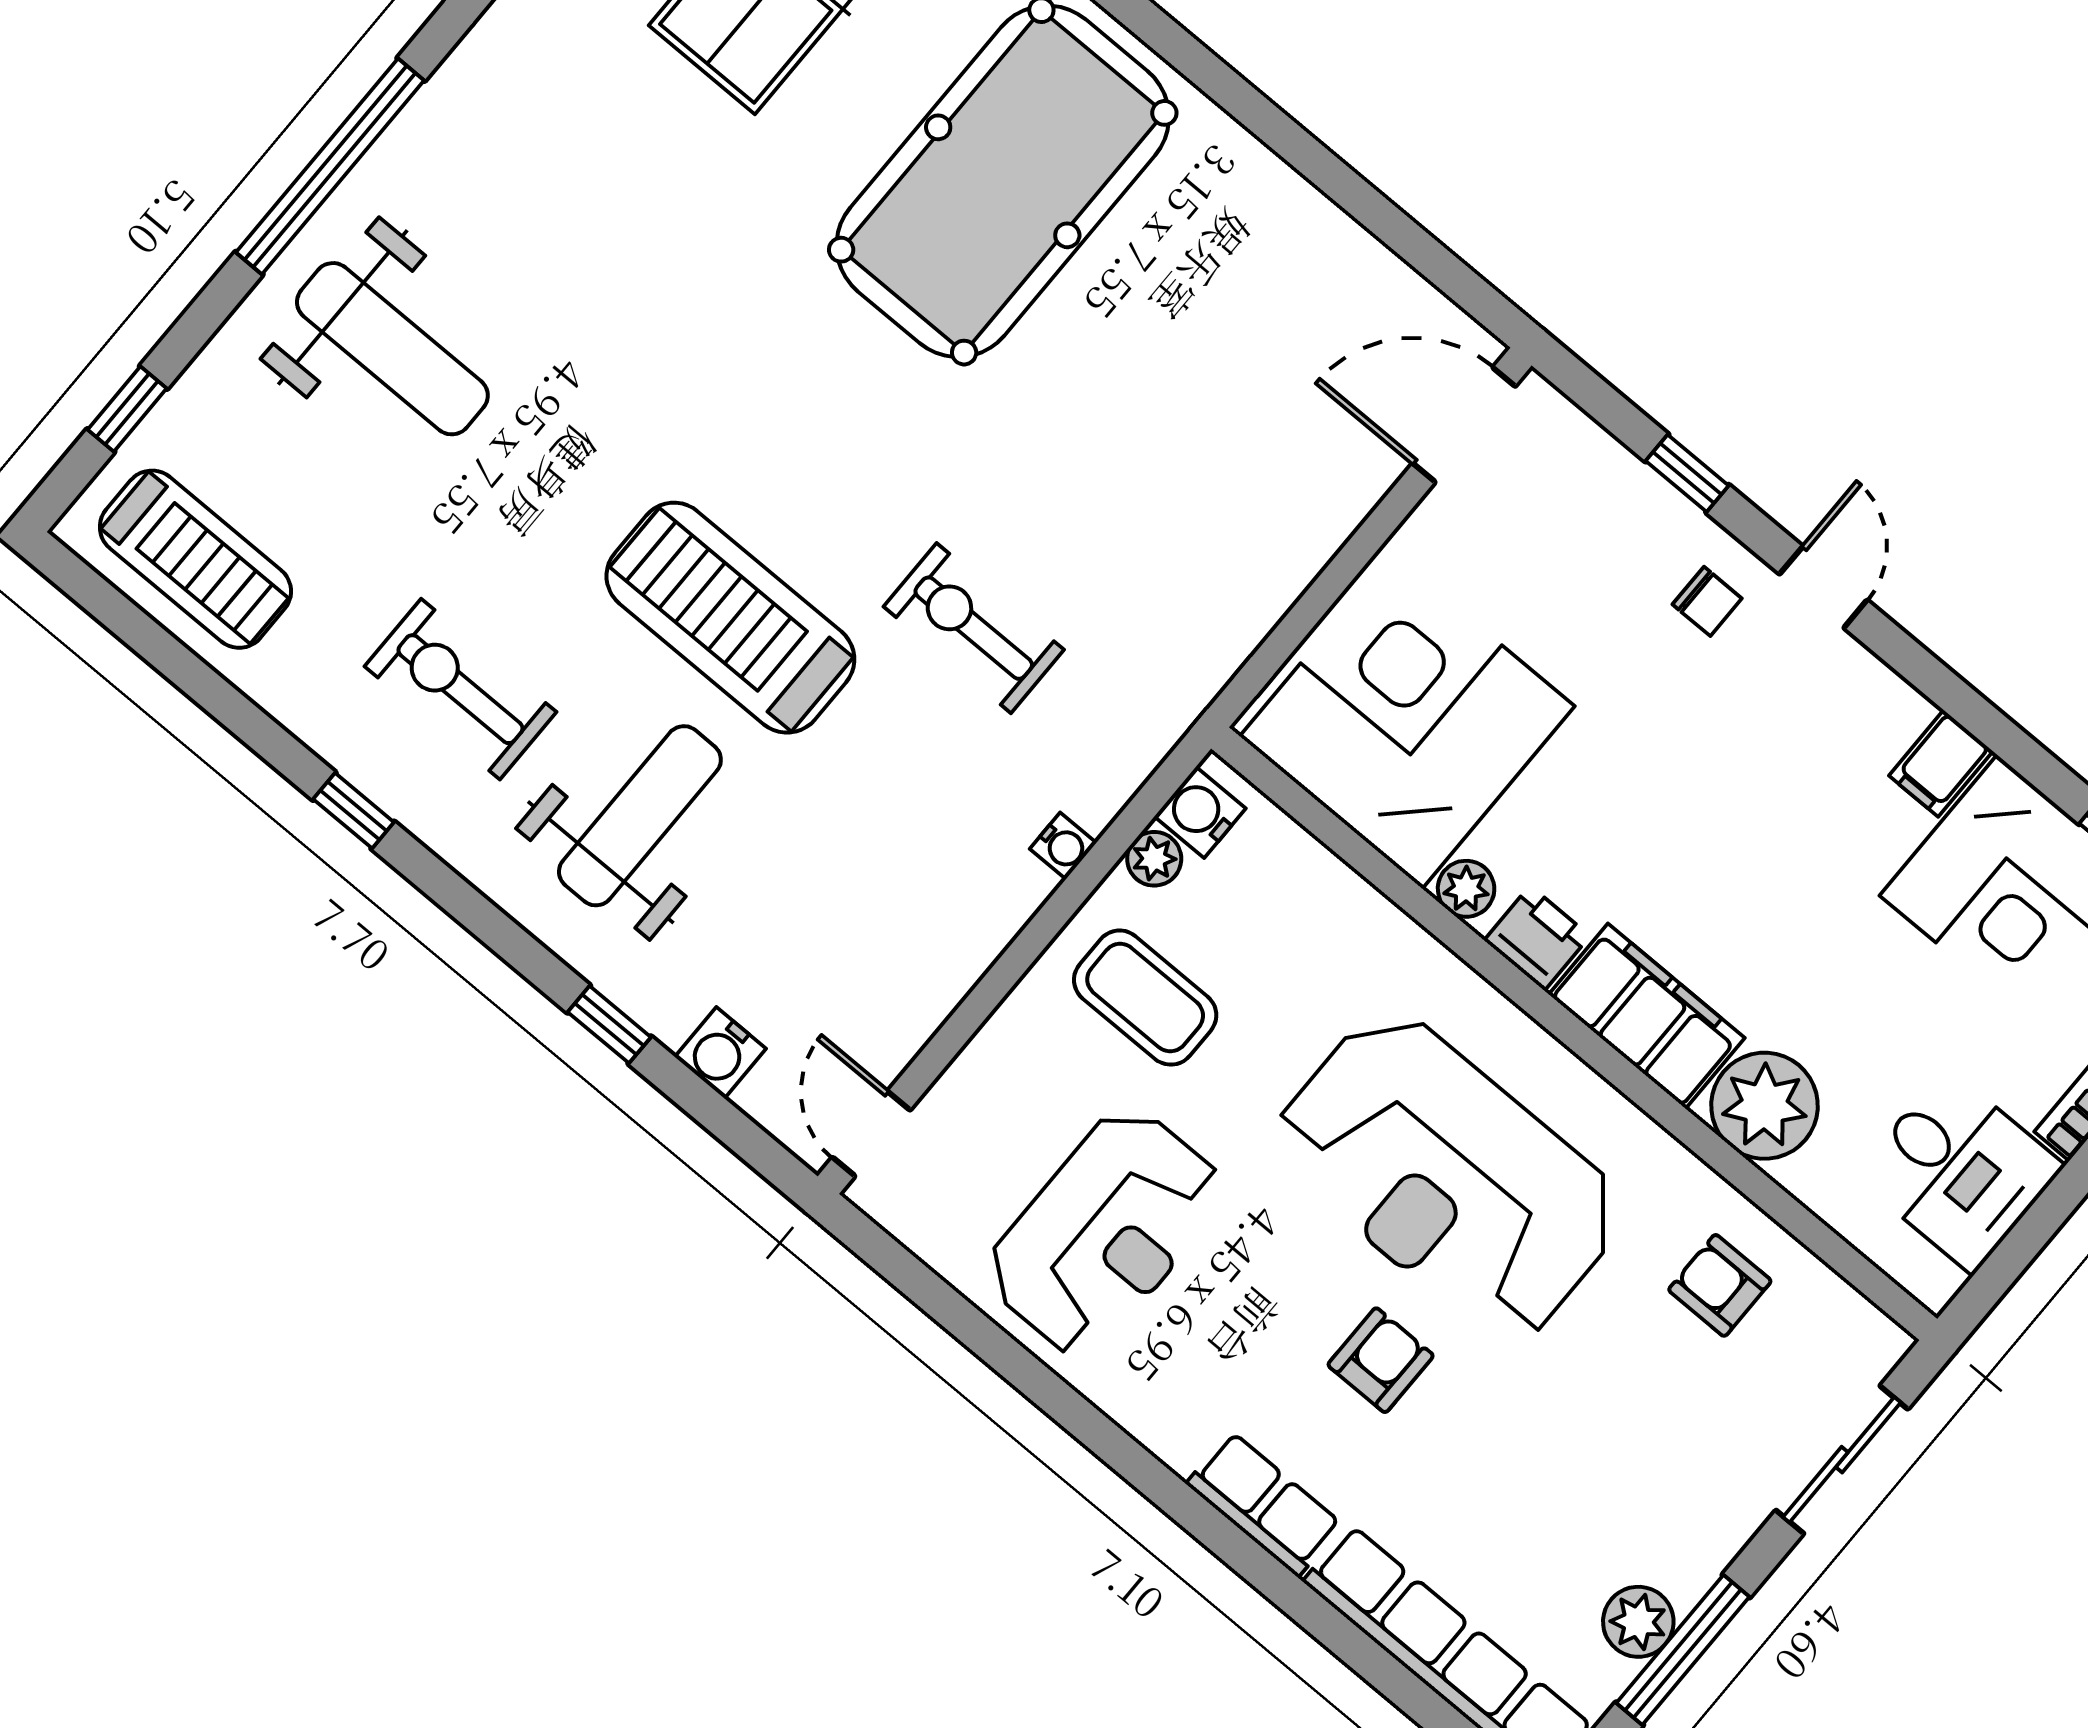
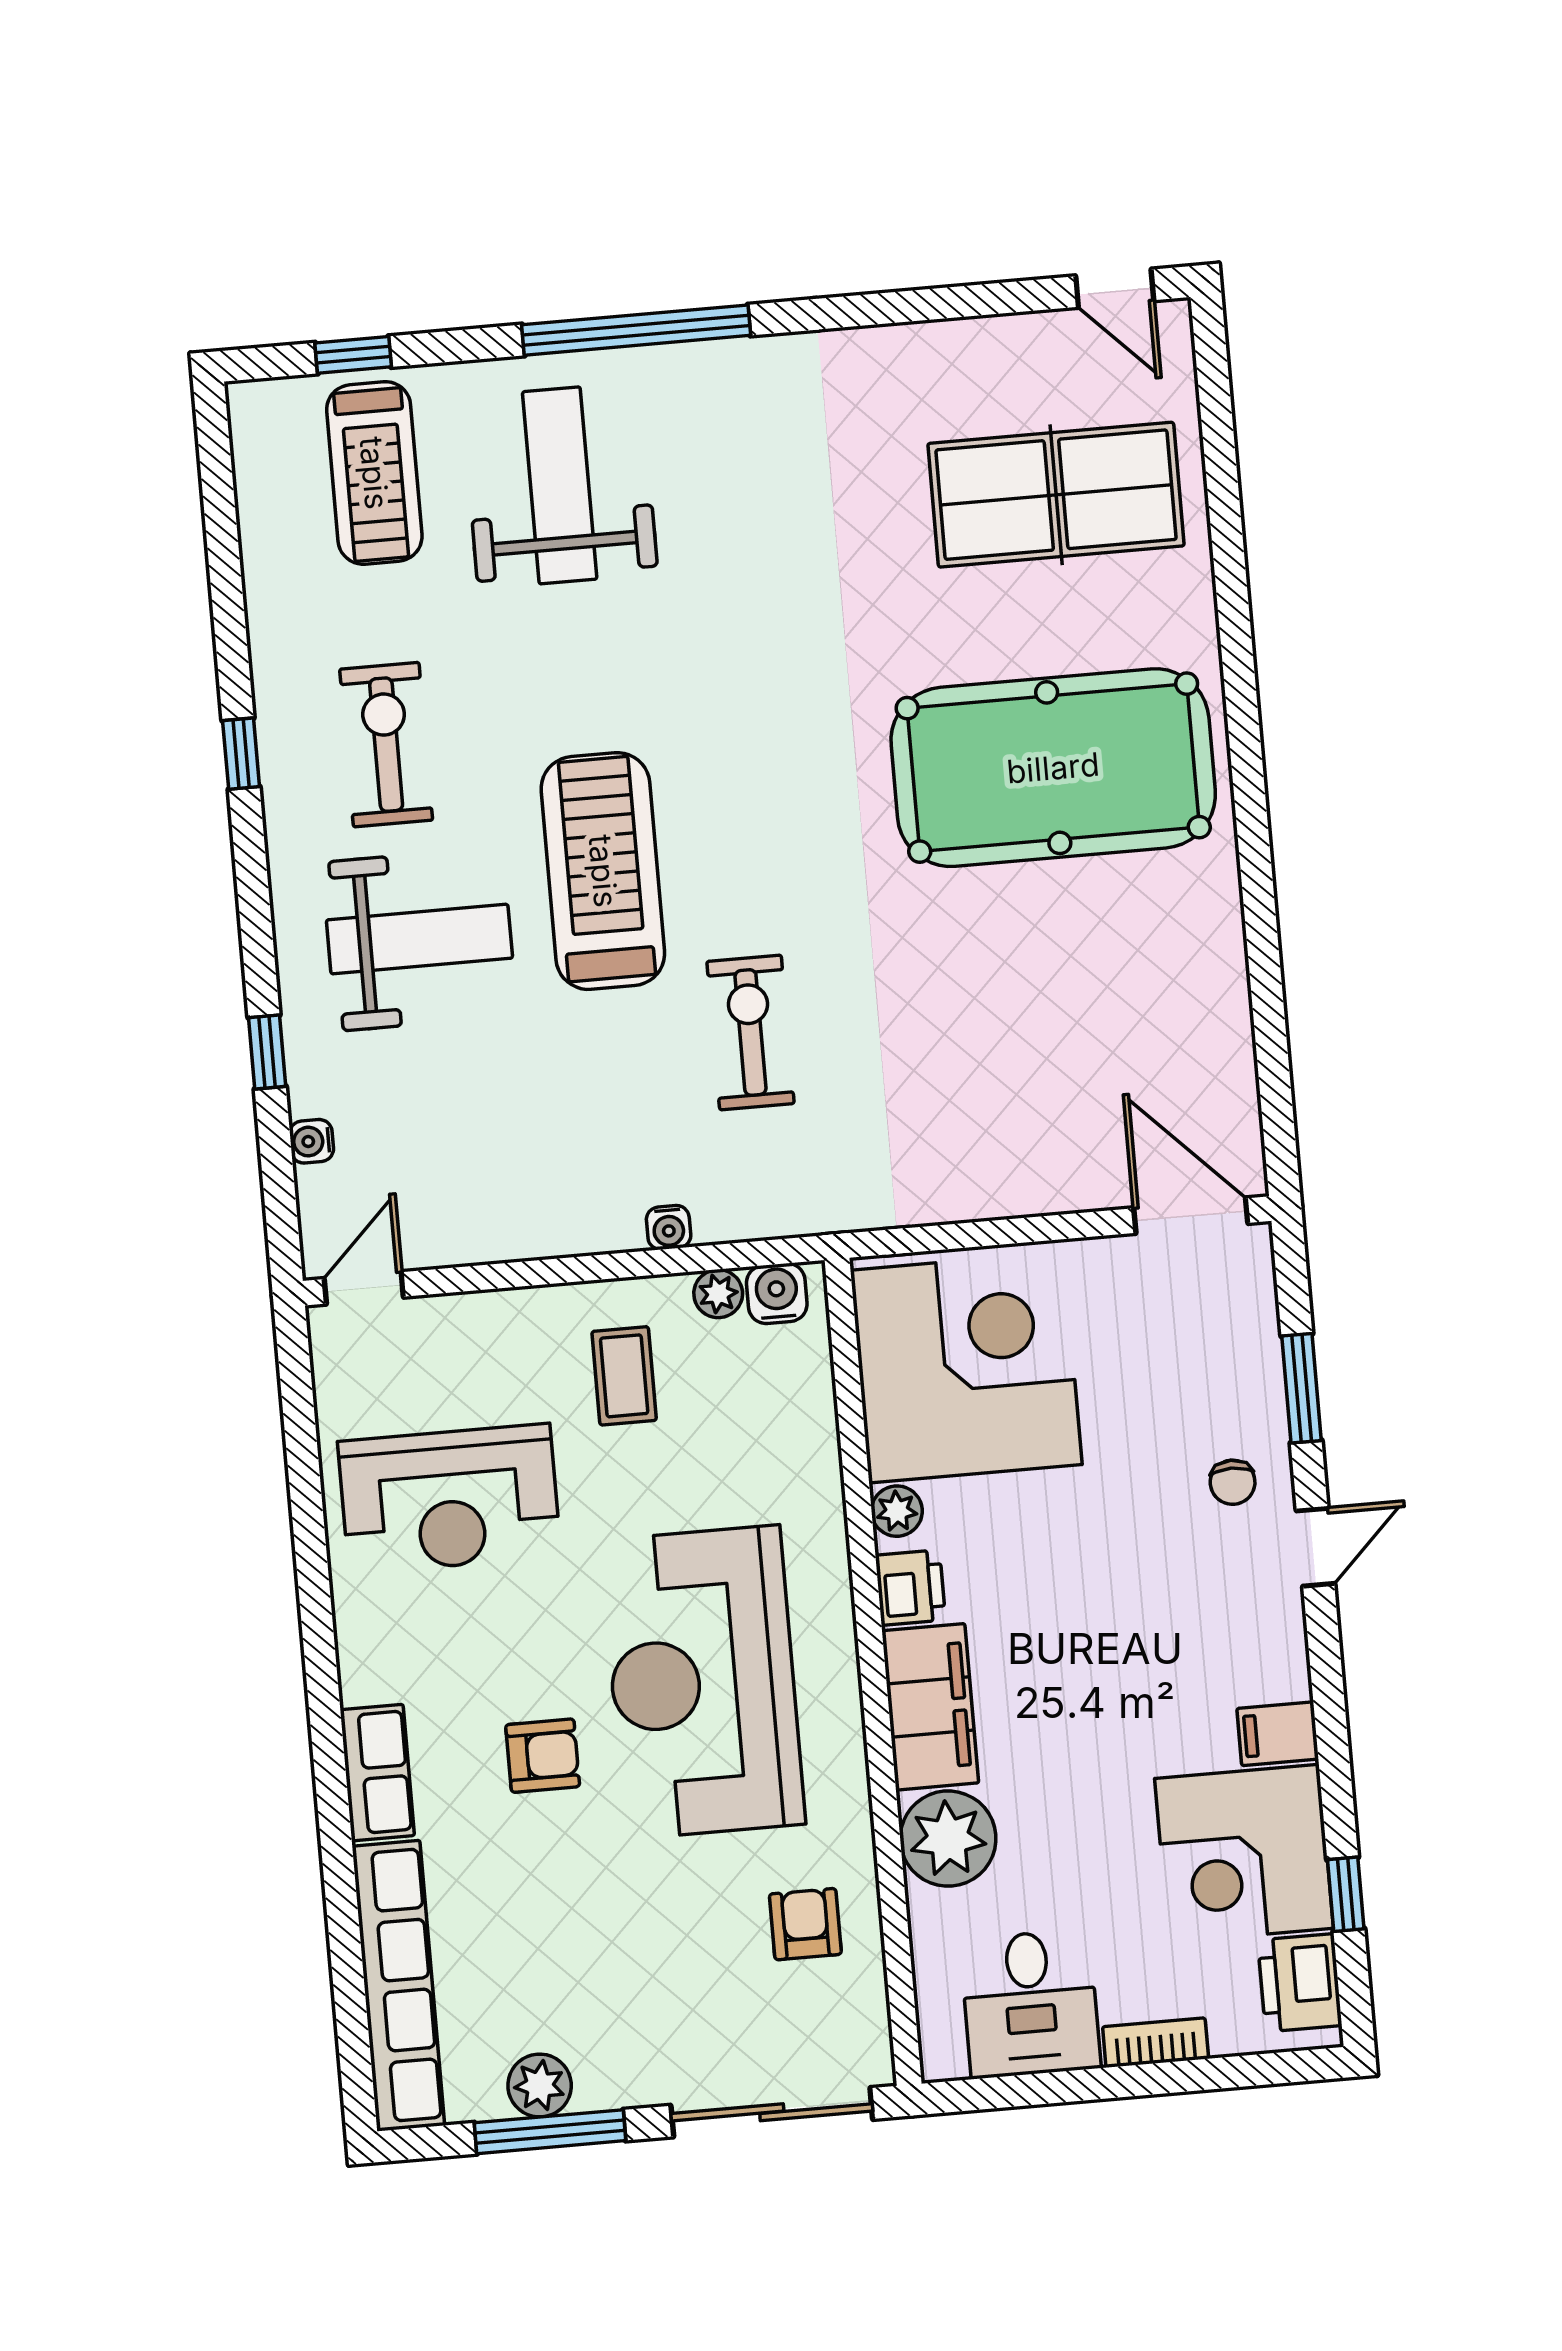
weight bench: (392, 349) -> (560, 485), turned 180
window: (1687, 473) -> (1302, 1388), width x1.50
treadmill: (195, 559) -> (374, 473), moved
coffee table: (1145, 998) -> (624, 1376), width x0.73, depth x0.77
water cooler: (720, 1053) -> (312, 1141), width x0.72, depth x0.72
sliding door: (1842, 1460) -> (772, 2112), width x1.37

